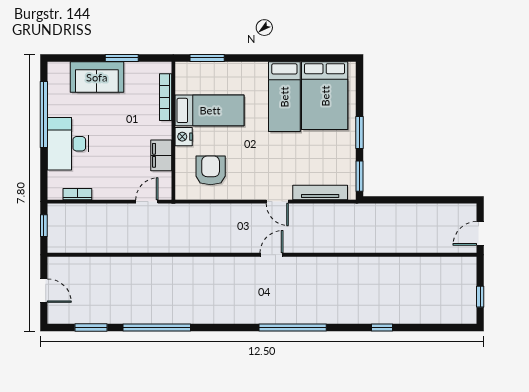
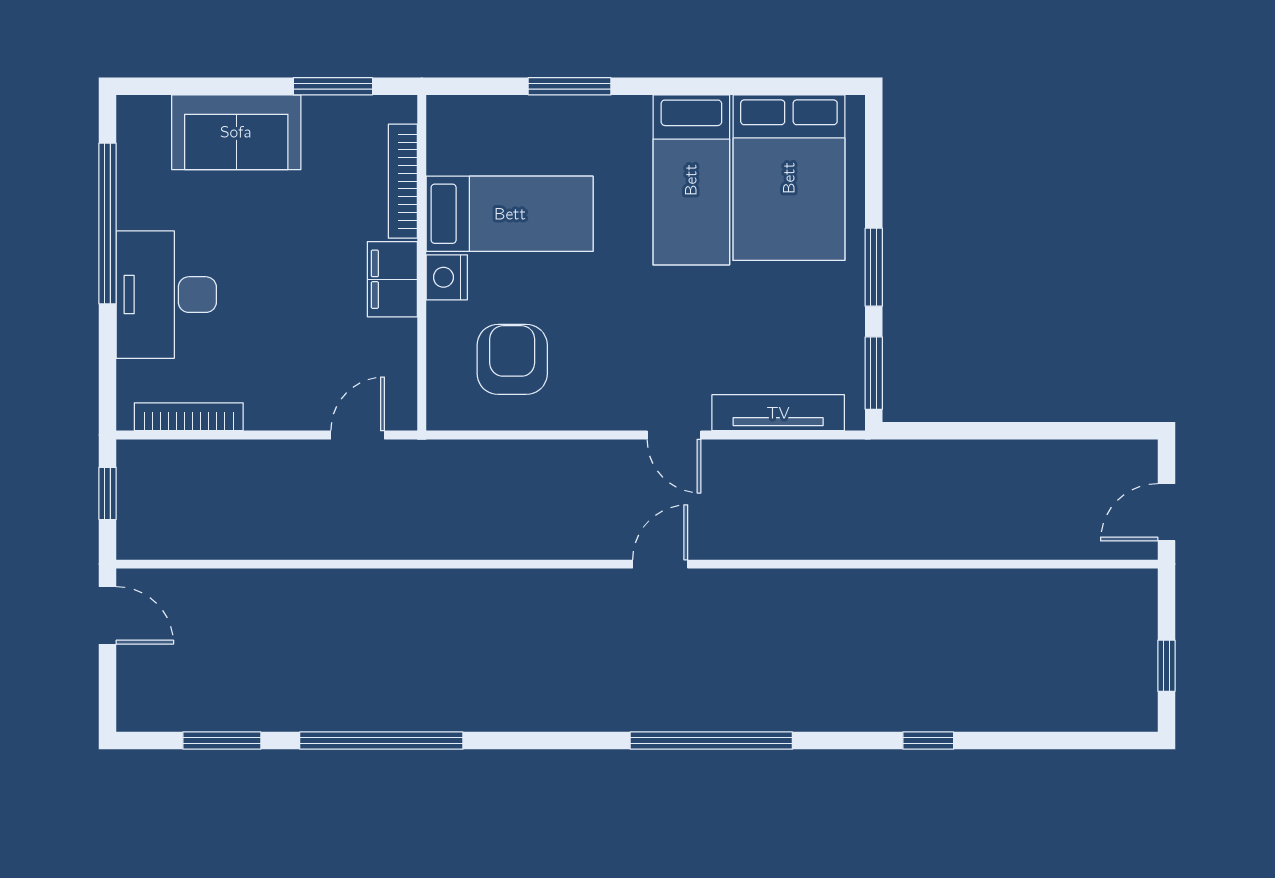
window: (122, 58) -> (333, 86), moved
window: (207, 58) -> (570, 86), moved
filing cabinet: (161, 155) -> (392, 279), moved
bookcase: (77, 194) -> (189, 417), width x1.56
door: (44, 291) -> (108, 615), moved

